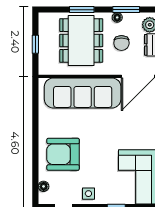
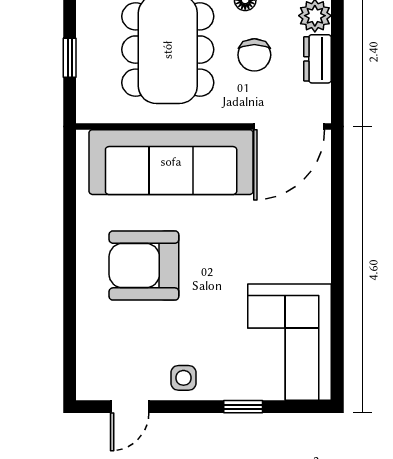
armchair: (63, 154) -> (144, 266), moved
floor lamp: (44, 186) -> (87, 362), removed

